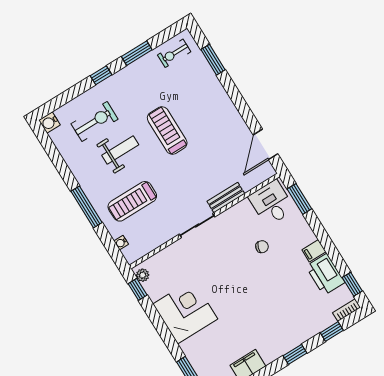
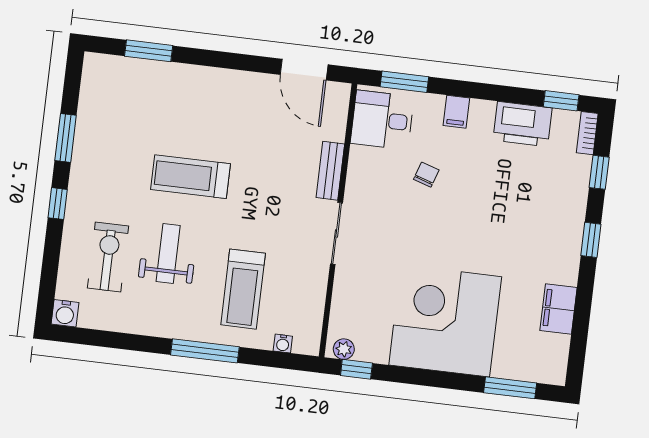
exercise bike: (174, 53) -> (103, 92), removed
filing cabinet: (314, 251) -> (456, 112), moved
corner desk: (185, 311) -> (445, 321), width x1.36, depth x1.36

